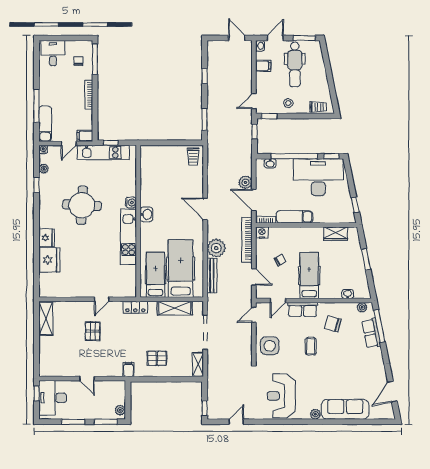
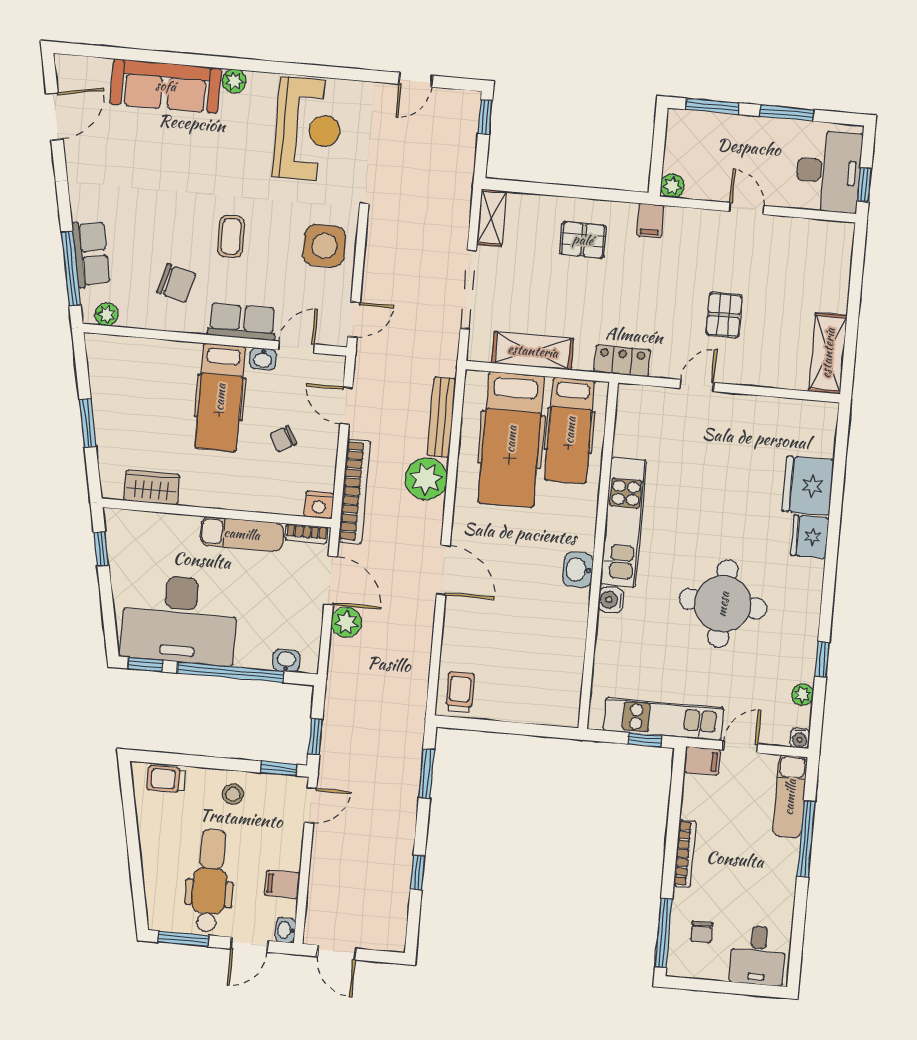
washbasin: (348, 294) -> (263, 359), moved
plant: (120, 410) -> (672, 186), moved

